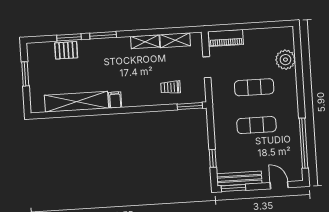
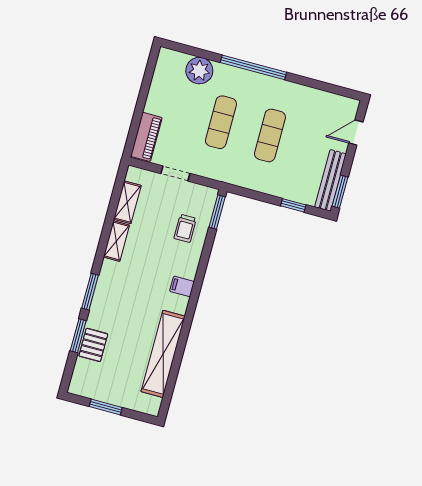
filing cabinet: (115, 100) -> (182, 286), moved
window: (304, 143) -> (253, 67), moved

